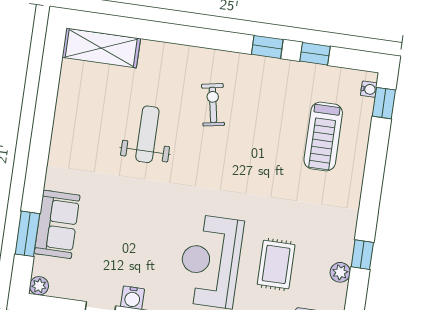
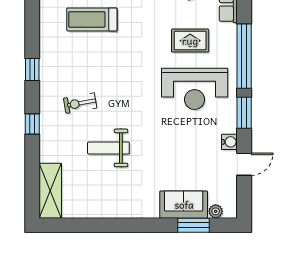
window: (315, 54) -> (32, 124), moved
treadmill: (323, 137) -> (92, 19), turned 180
plant: (39, 286) -> (216, 211), moved

